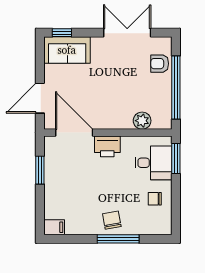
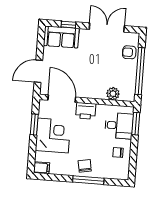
window: (62, 33) -> (68, 25), moved
corner desk: (66, 183) -> (53, 135), added

